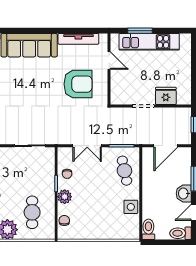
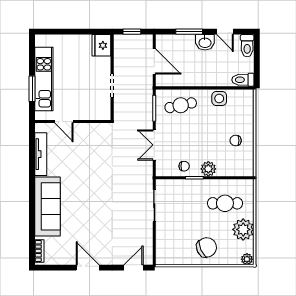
door: (109, 61) -> (64, 122), swing flipped
armchair: (78, 84) -> (89, 154), removed
fridge: (166, 96) -> (101, 45), moved
double door: (87, 146) -> (154, 145), swing flipped
chair: (64, 220) -> (236, 141), moved

